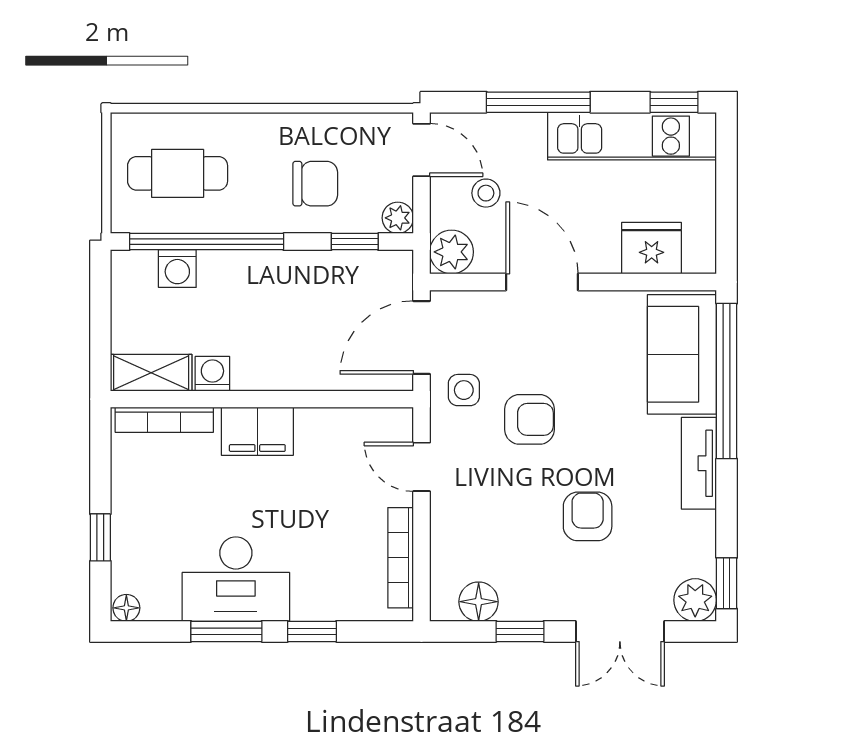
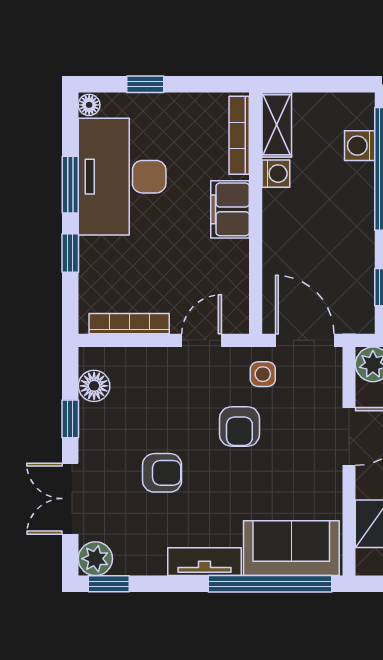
desk: (236, 579) -> (122, 177), width x1.36, depth x1.30

